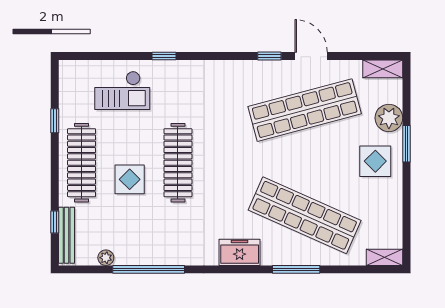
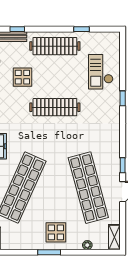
plant: (389, 118) -> (87, 245), width x0.53, depth x0.53
window: (407, 144) -> (49, 252), moved
display table: (130, 179) -> (22, 77), moved

